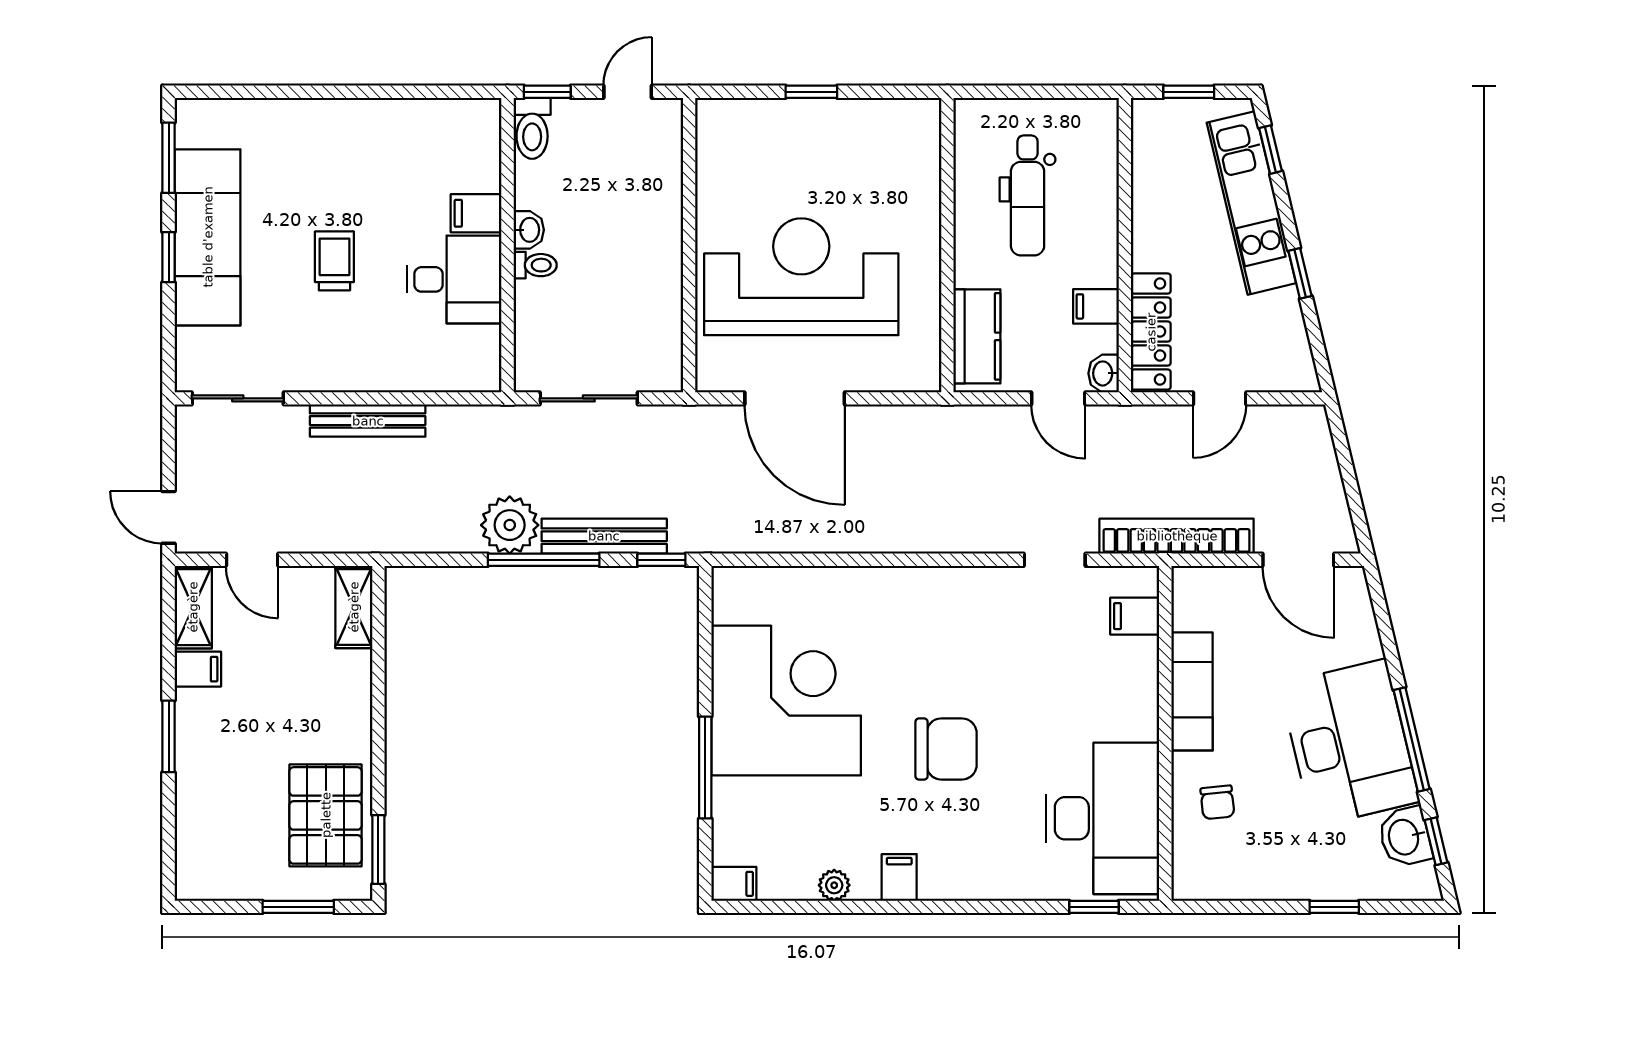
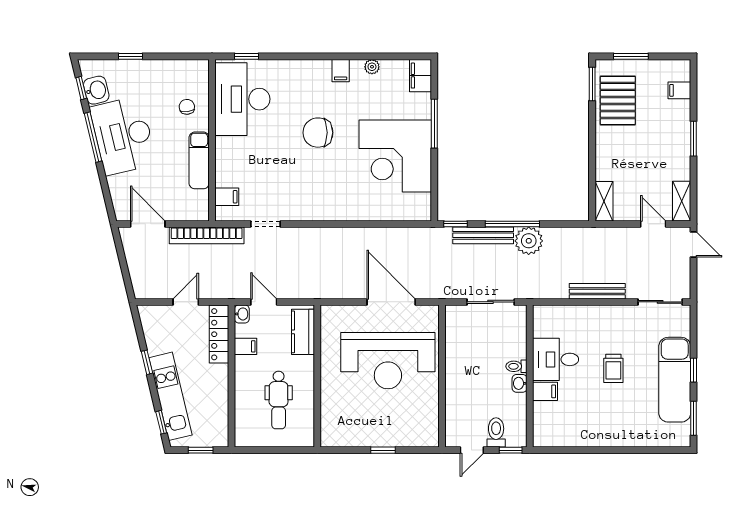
toilet: (532, 128) -> (496, 432), moved
dental chair: (1028, 195) -> (279, 400), turned 180
filing cabinet: (198, 669) -> (679, 90), moved
filing cabinet: (734, 884) -> (420, 76), width x2.00

